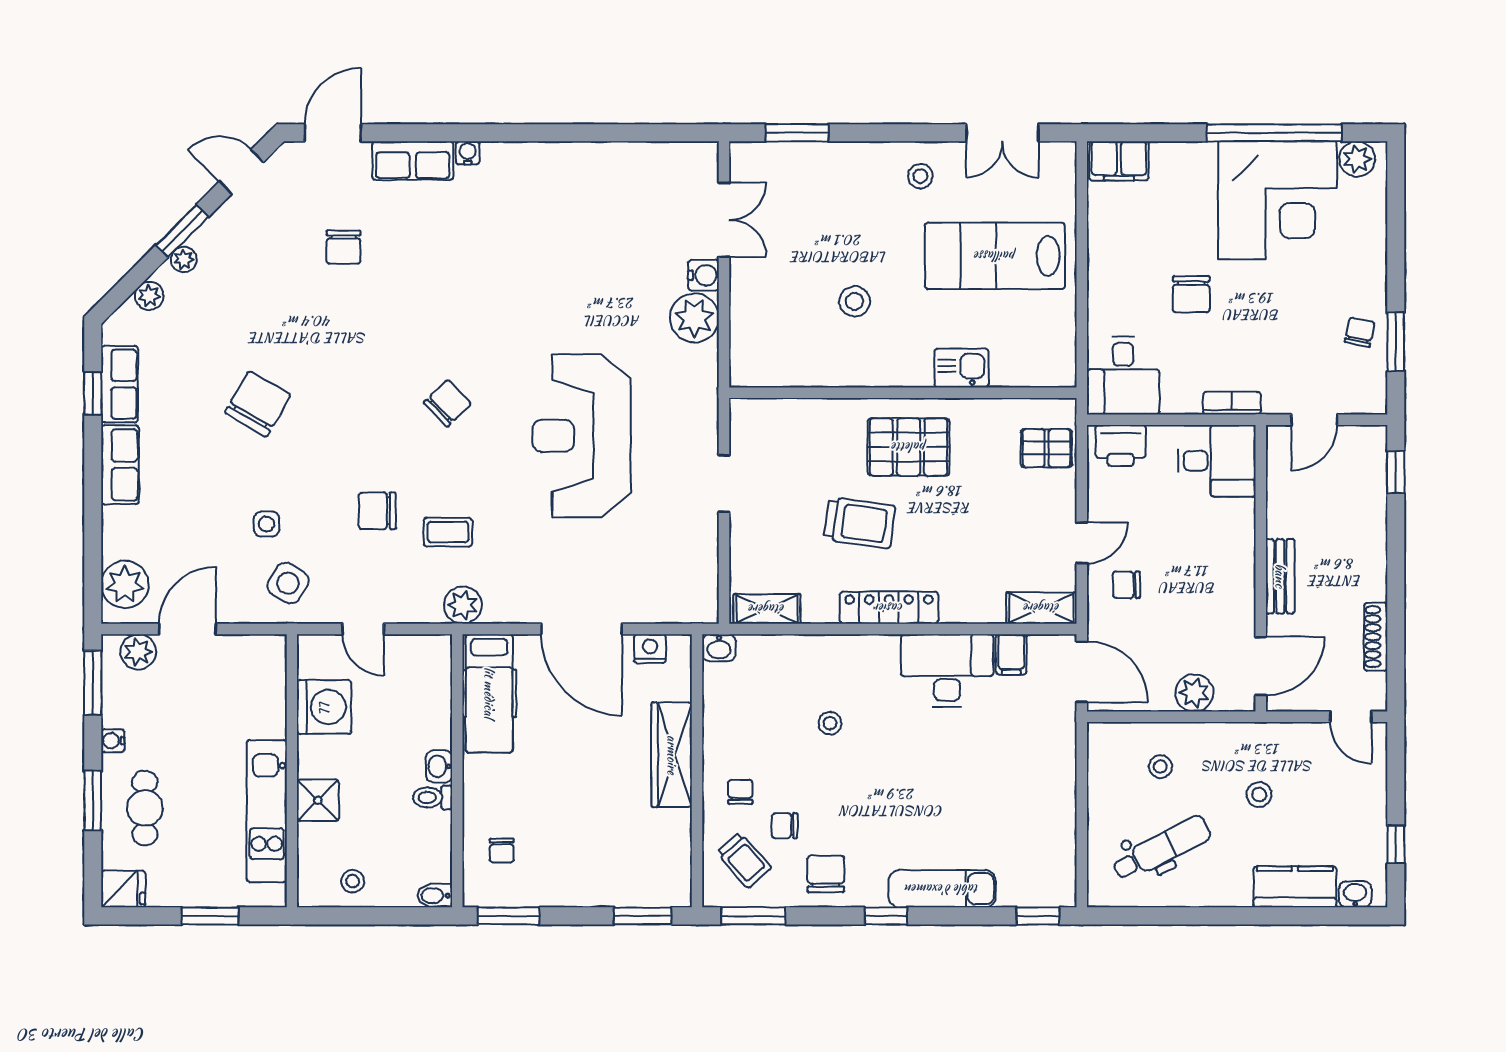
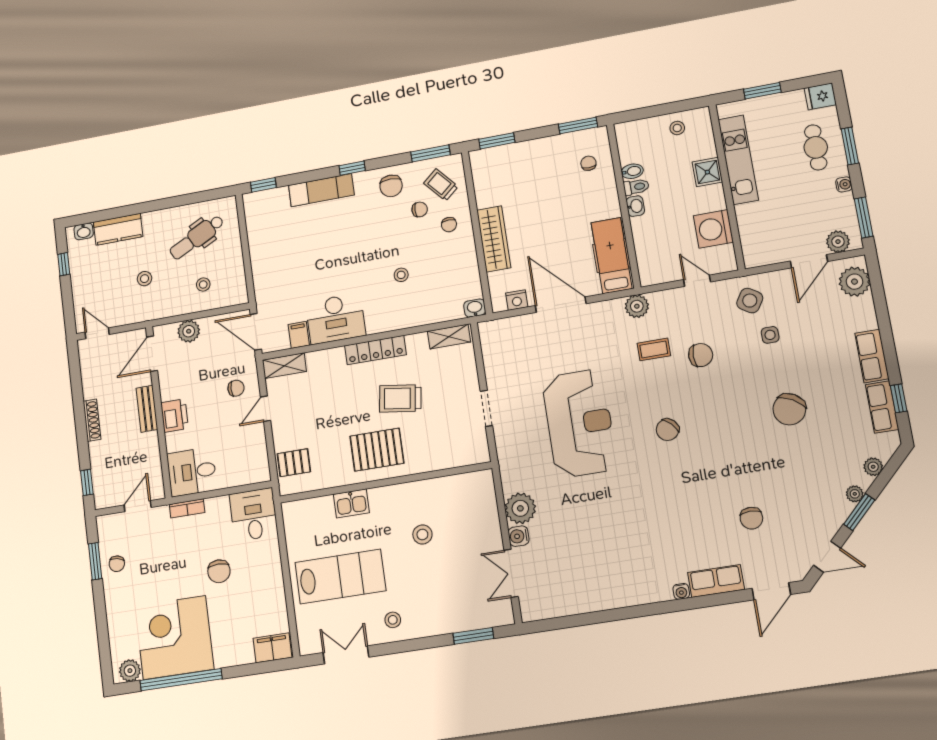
chair: (344, 247) -> (751, 518), turned 180
chair: (1191, 294) -> (219, 571), turned 180
printer: (1121, 445) -> (174, 416), moved, turned 90
shoe rack: (1376, 637) -> (92, 420), moved
bidet: (435, 896) -> (632, 171), moved

